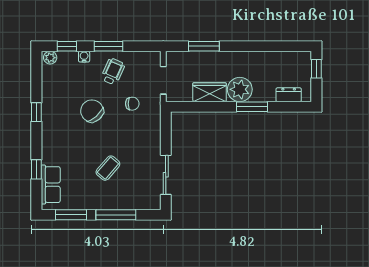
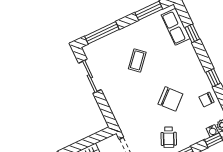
water cooler: (84, 57) -> (212, 131), moved
chair: (132, 104) -> (207, 100), moved
window: (116, 215) -> (102, 33), moved

